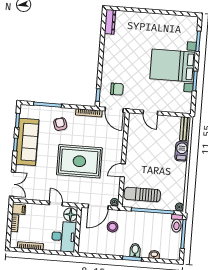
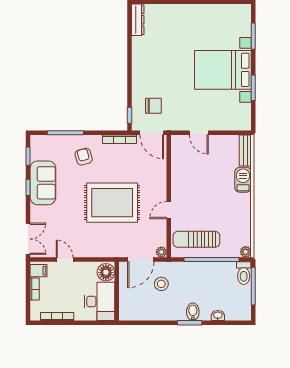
sofa: (27, 142) -> (43, 183), width x0.73
door: (56, 204) -> (65, 259), moved

